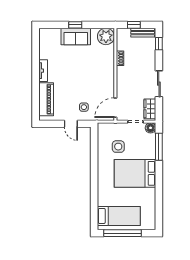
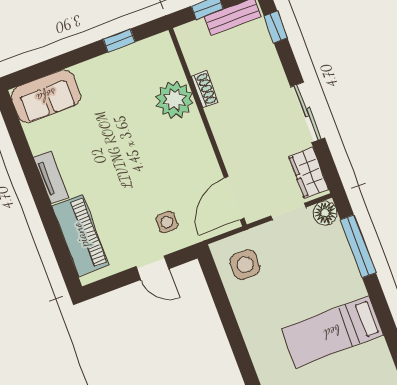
window: (75, 25) -> (119, 41), moved
plant: (106, 36) -> (174, 100), moved
sofa: (76, 37) -> (46, 96), moved
side table: (118, 147) -> (245, 265), moved
bed: (135, 173) -> (332, 332), width x0.67

